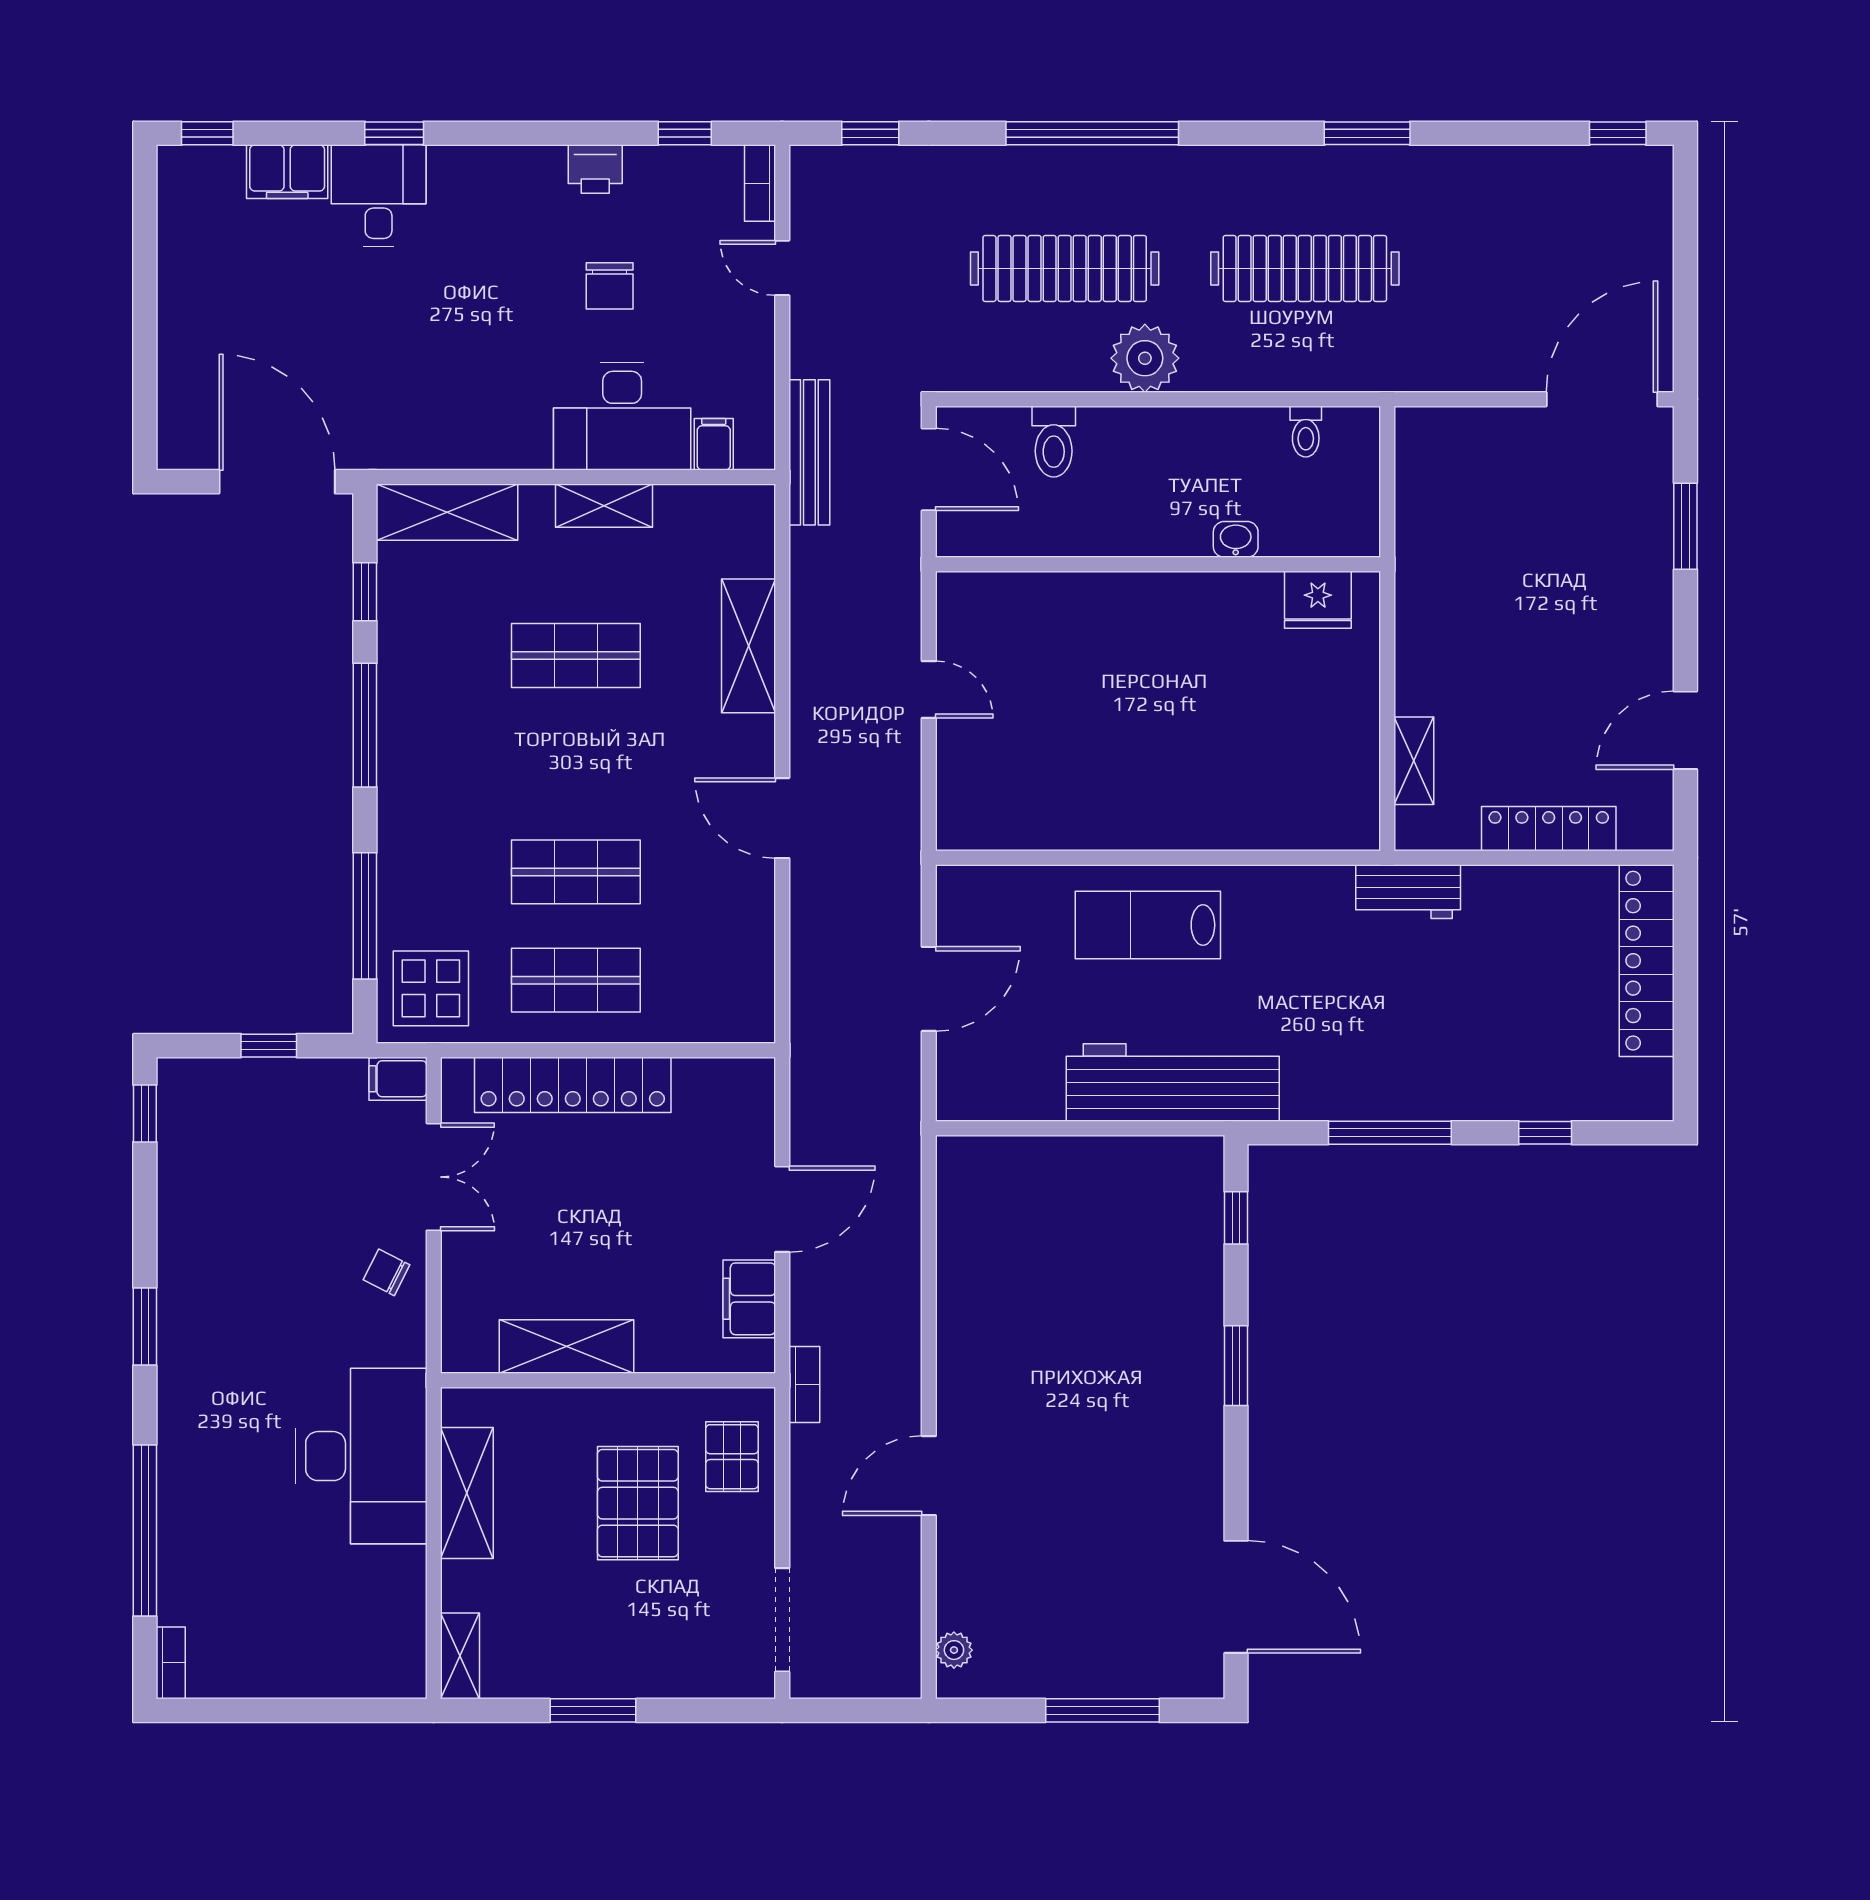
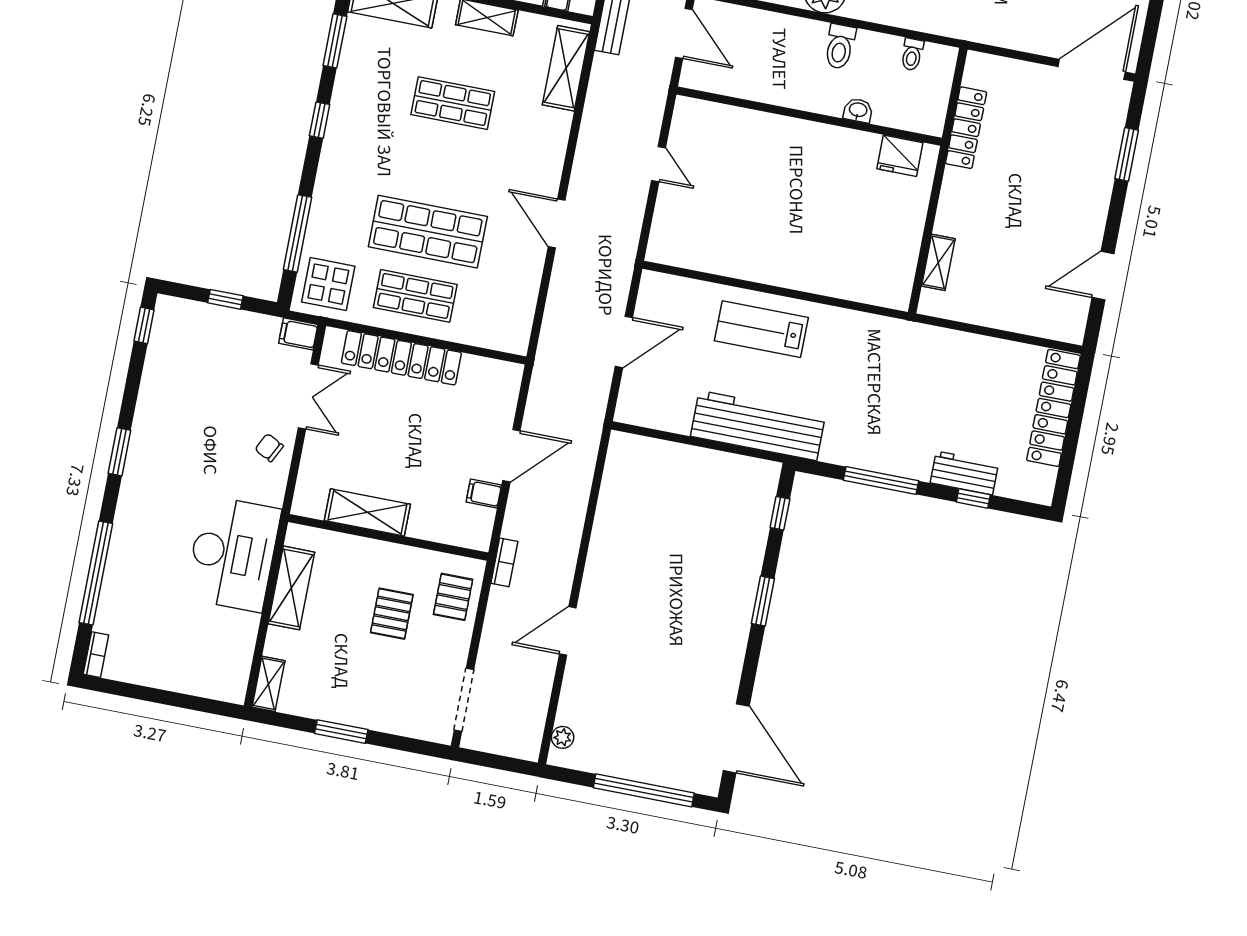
toilet: (1054, 442) -> (840, 47), moved
window: (365, 592) -> (335, 41), width x1.50
shelving: (748, 646) -> (566, 68), moved
window: (365, 725) -> (320, 120), width x0.46
locker: (1549, 829) -> (966, 128), moved, turned 90
shop shelf: (576, 872) -> (428, 232), width x1.43, depth x1.36
workbench: (1408, 892) -> (964, 473), moved, turned 180
filing cabinet: (749, 1299) -> (484, 494), width x0.50
pallet: (638, 1503) -> (392, 614), width x0.67, depth x0.71
window: (1102, 1710) -> (644, 790), width x1.46

